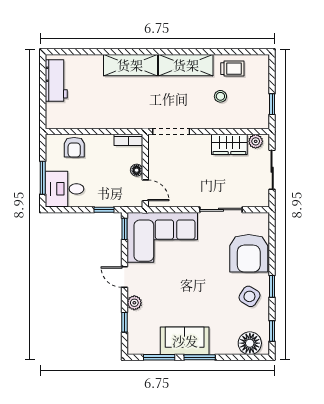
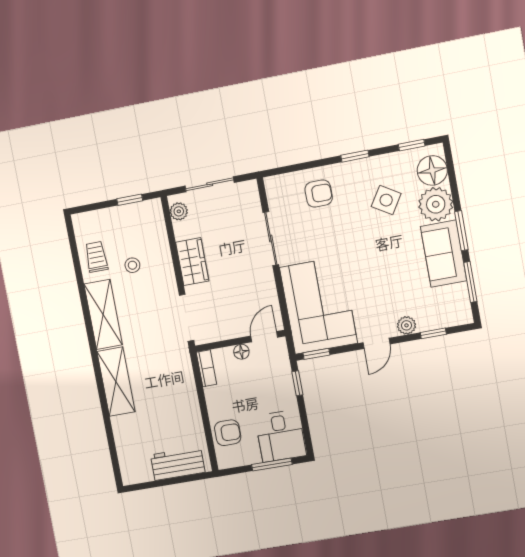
workbench: (56, 80) -> (178, 464), moved
wardrobe: (229, 144) -> (192, 262), moved
armchair: (249, 253) -> (319, 194), width x0.53, depth x0.53
side table: (249, 296) -> (386, 200), moved
plant: (224, 341) -> (436, 204), added

